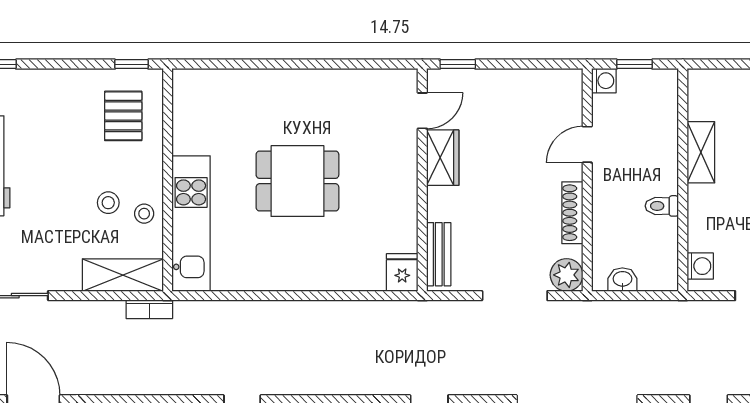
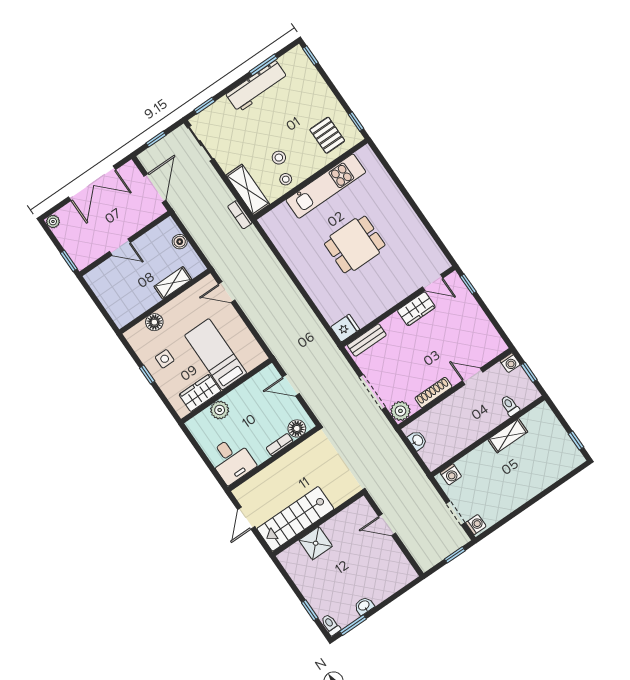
pallet: (123, 116) -> (327, 135), turned 90
dining table: (297, 181) -> (355, 244), turned 90
toilet: (662, 206) -> (510, 406), moved
kitchen unit: (191, 224) -> (326, 186), moved

